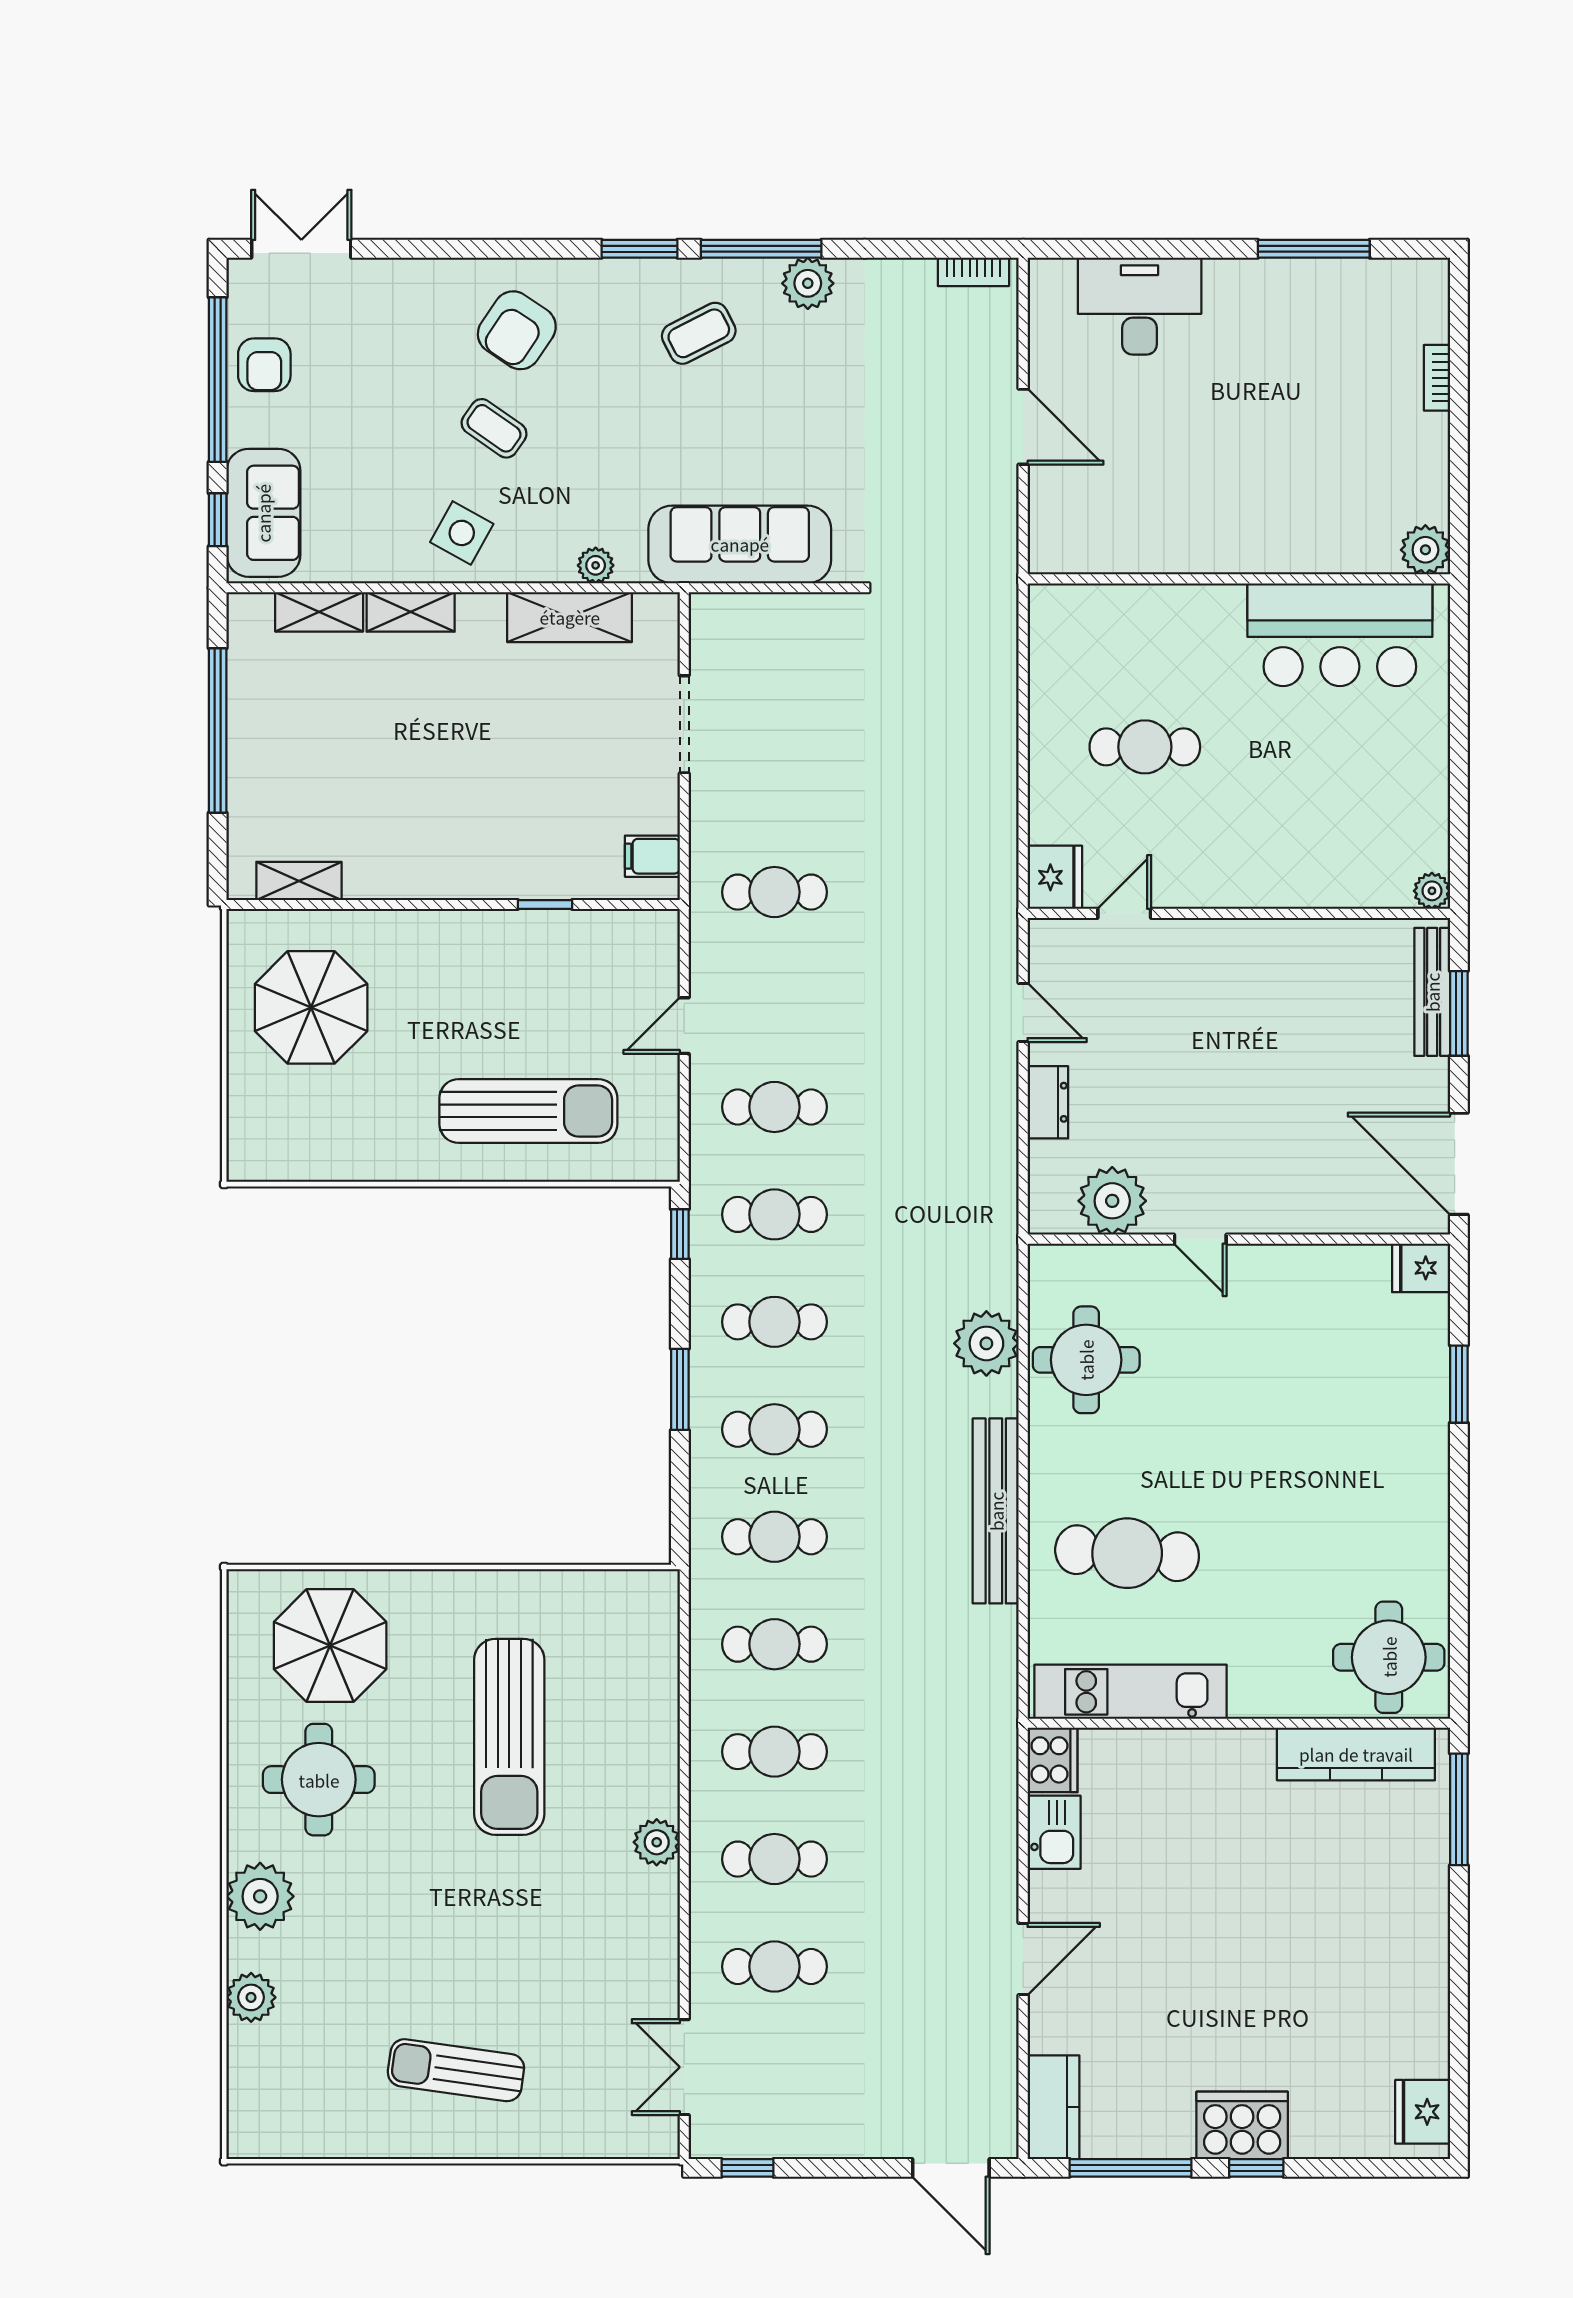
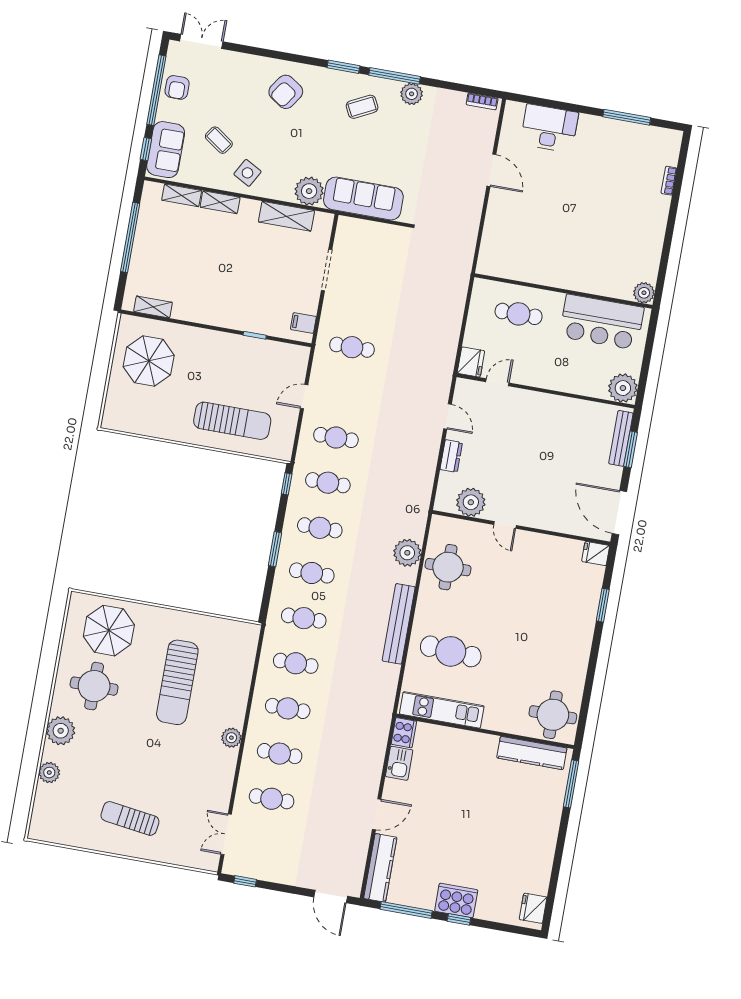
coffee table: (494, 428) -> (219, 140), moved
plant: (1425, 550) -> (644, 293), moved
plant: (596, 565) -> (309, 191), width x1.88, depth x1.88
wall: (1239, 579) -> (563, 291), moved
bar counter: (1340, 635) -> (602, 322), moved
plant: (1432, 891) -> (623, 388), width x1.87, depth x1.87
kitchen counter: (1053, 2107) -> (380, 868), width x1.50

